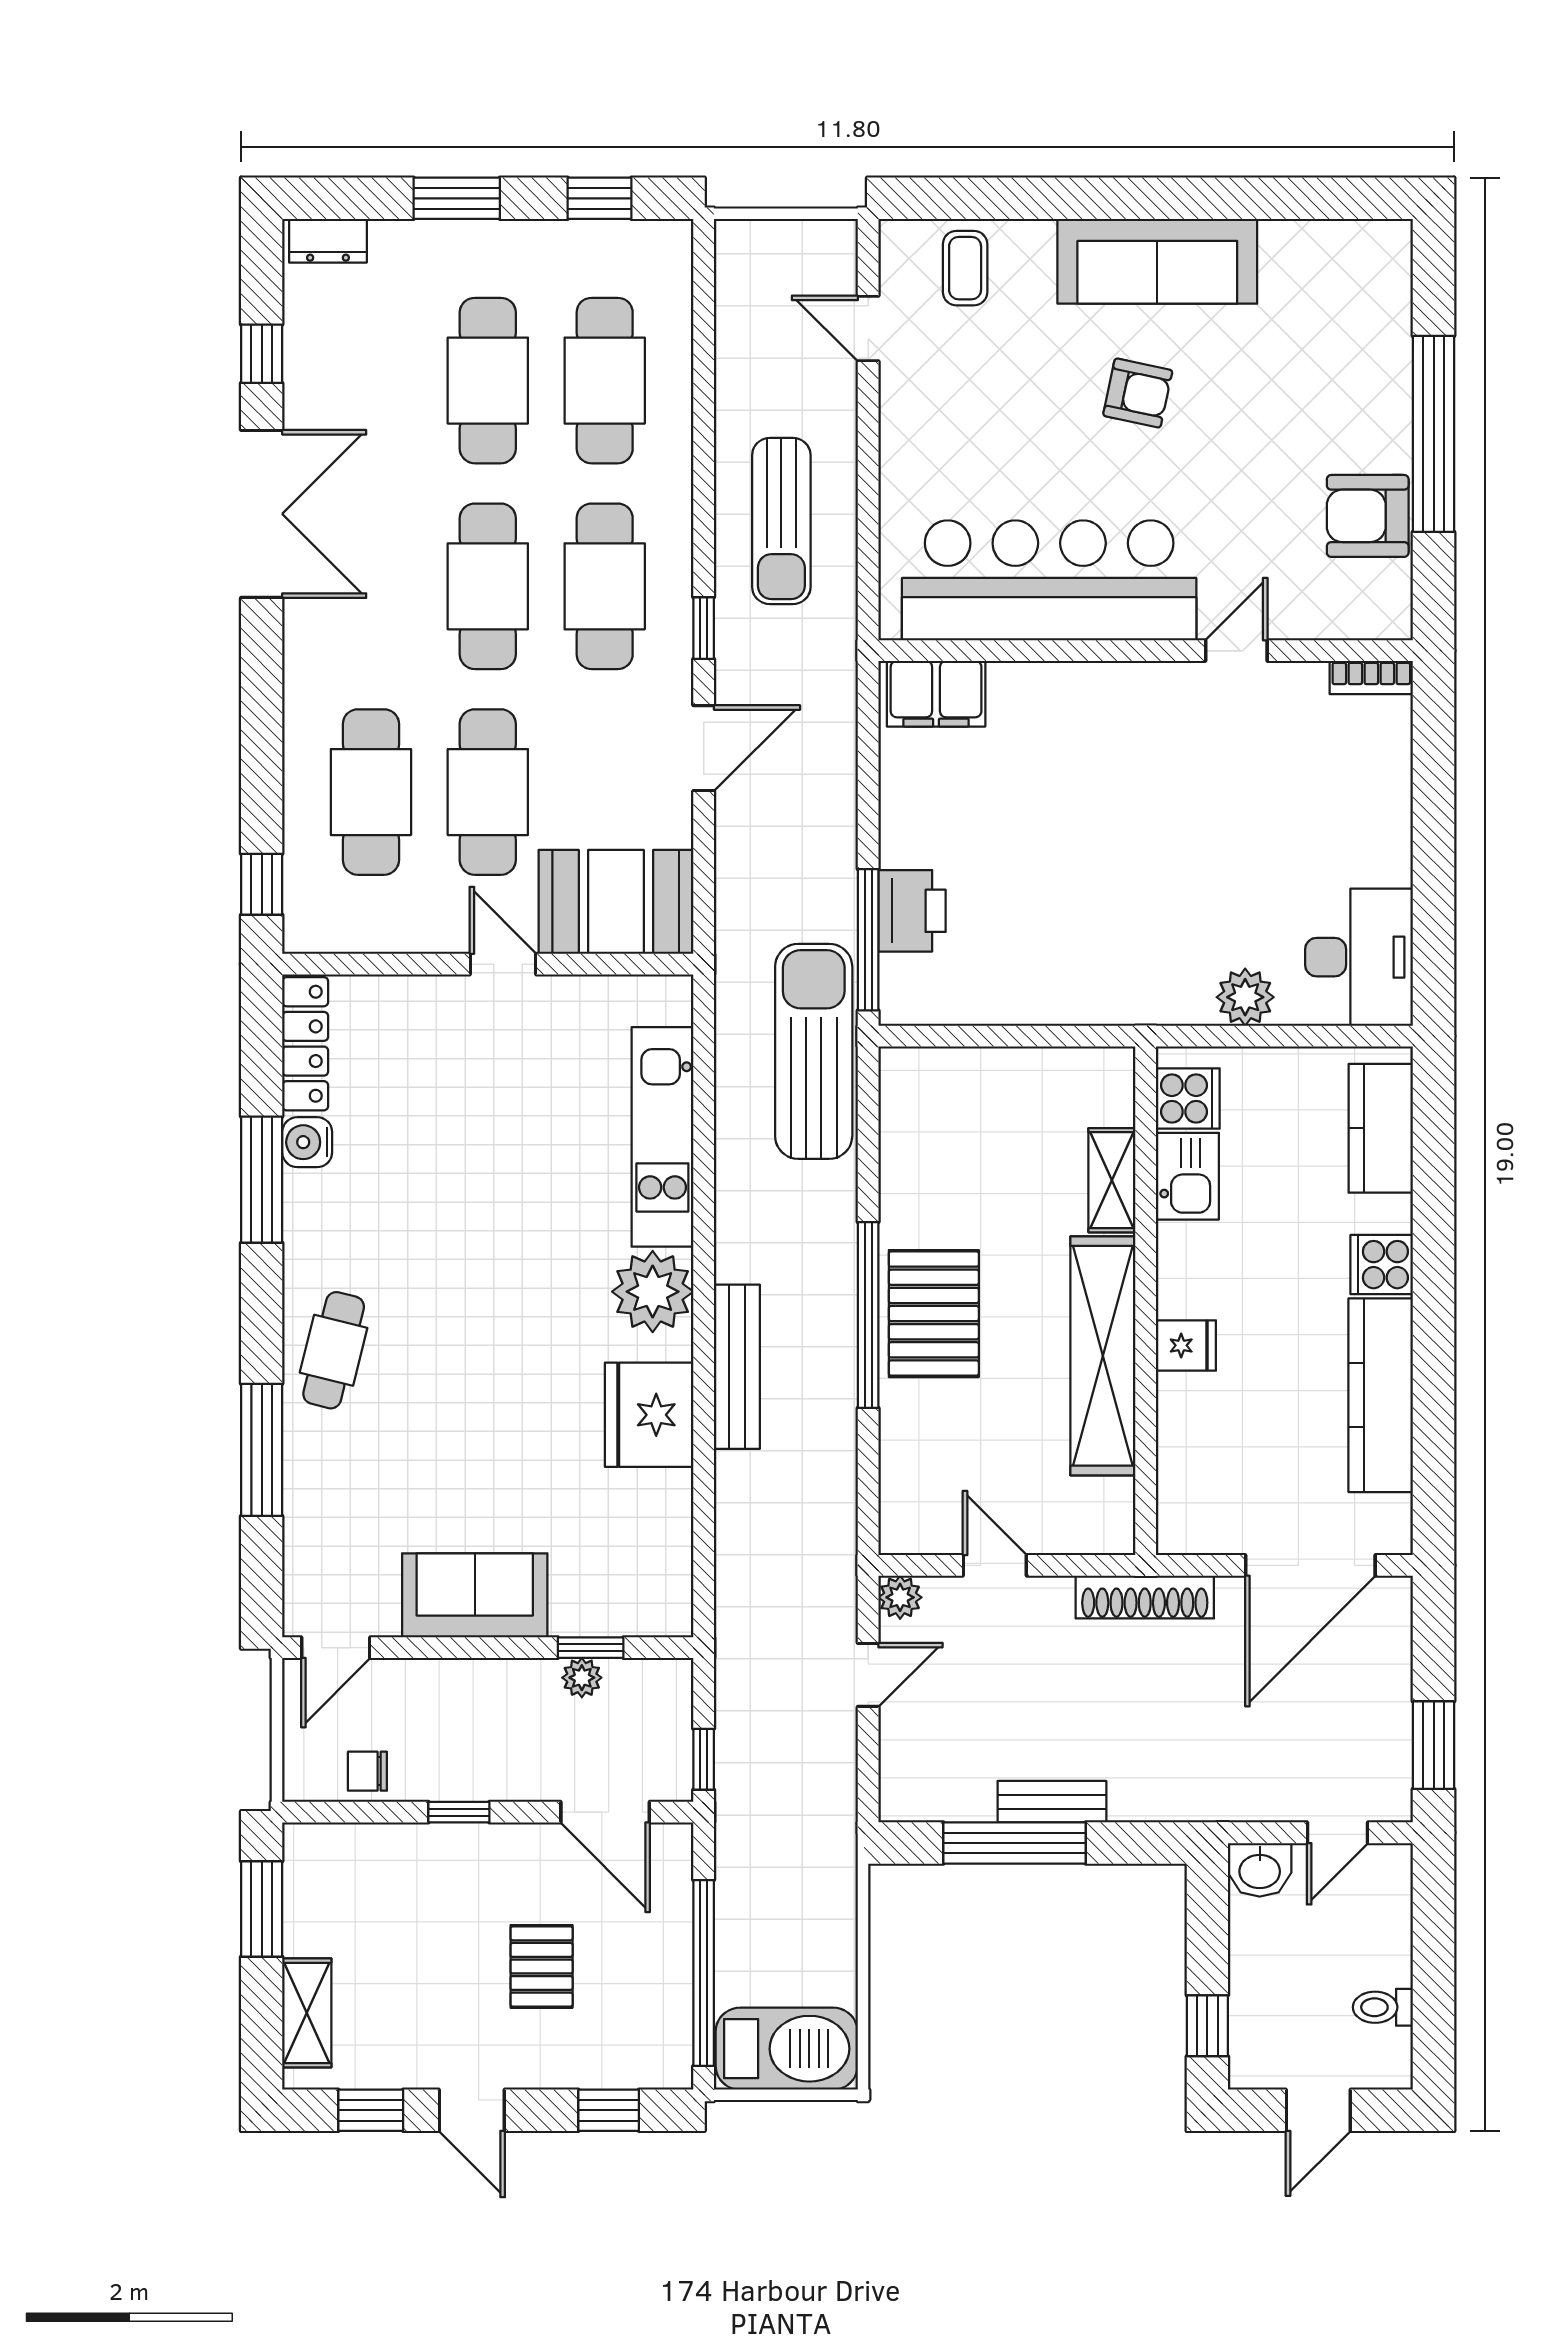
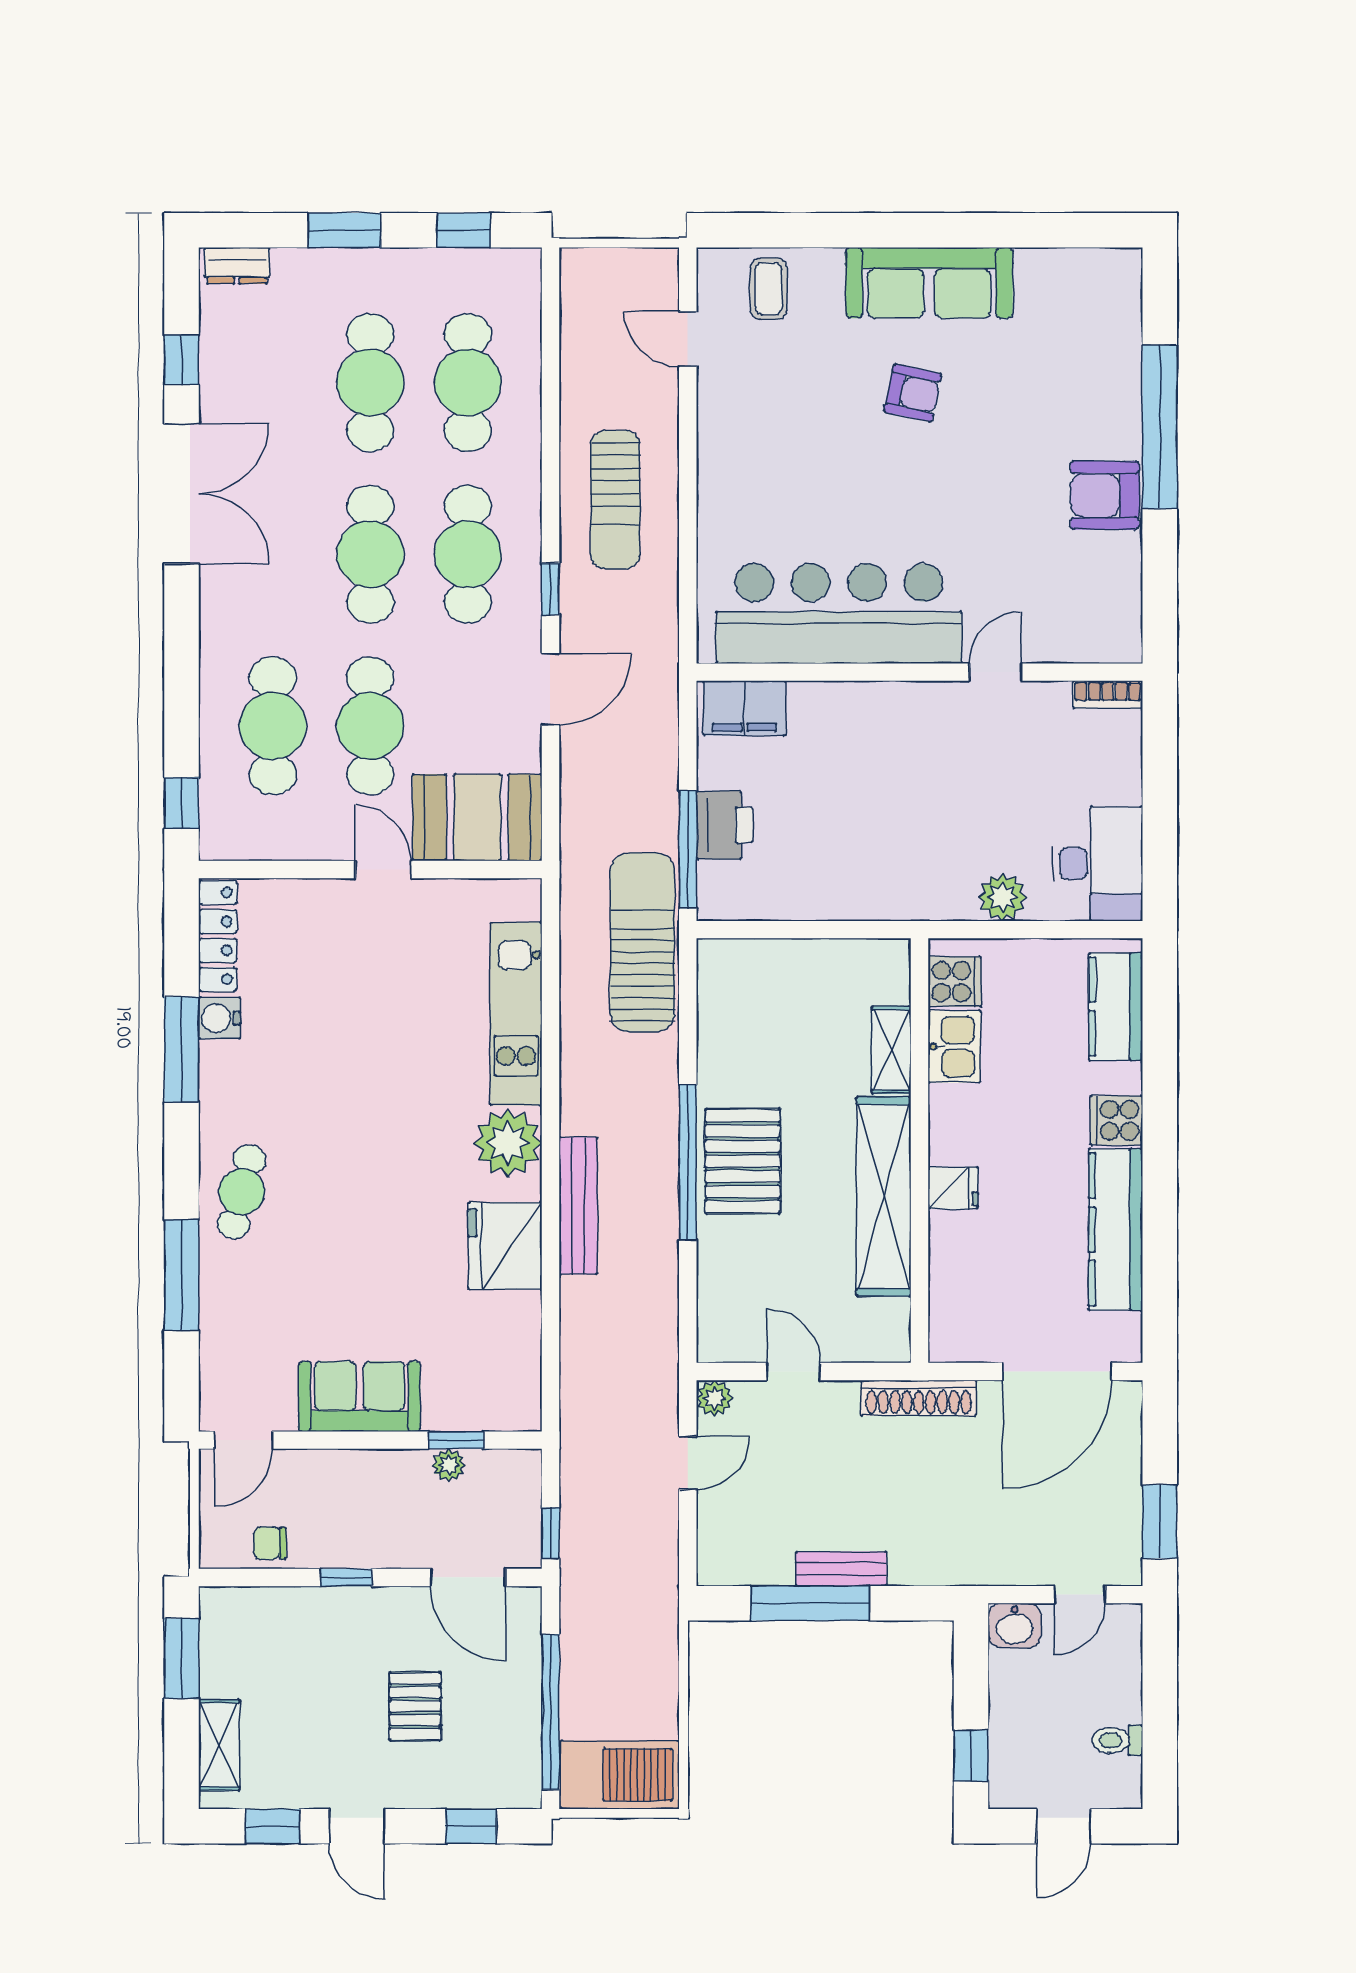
bar counter: (1049, 580) -> (839, 614), moved
wall: (1146, 651) -> (919, 672), moved
door: (1236, 651) -> (995, 672), moved
bookcase: (1371, 678) -> (1108, 695), moved
filing cabinet: (936, 694) -> (744, 708), moved

